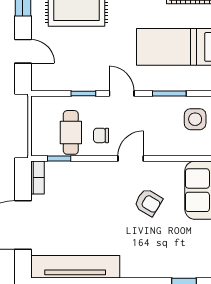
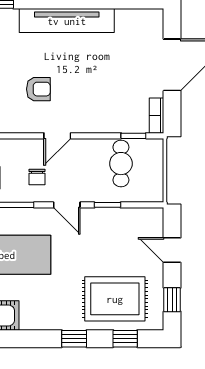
chair: (101, 135) -> (37, 177), moved, turned 90
armchair: (148, 202) -> (38, 89), turned 149
tv unit: (75, 267) -> (67, 21), moved

